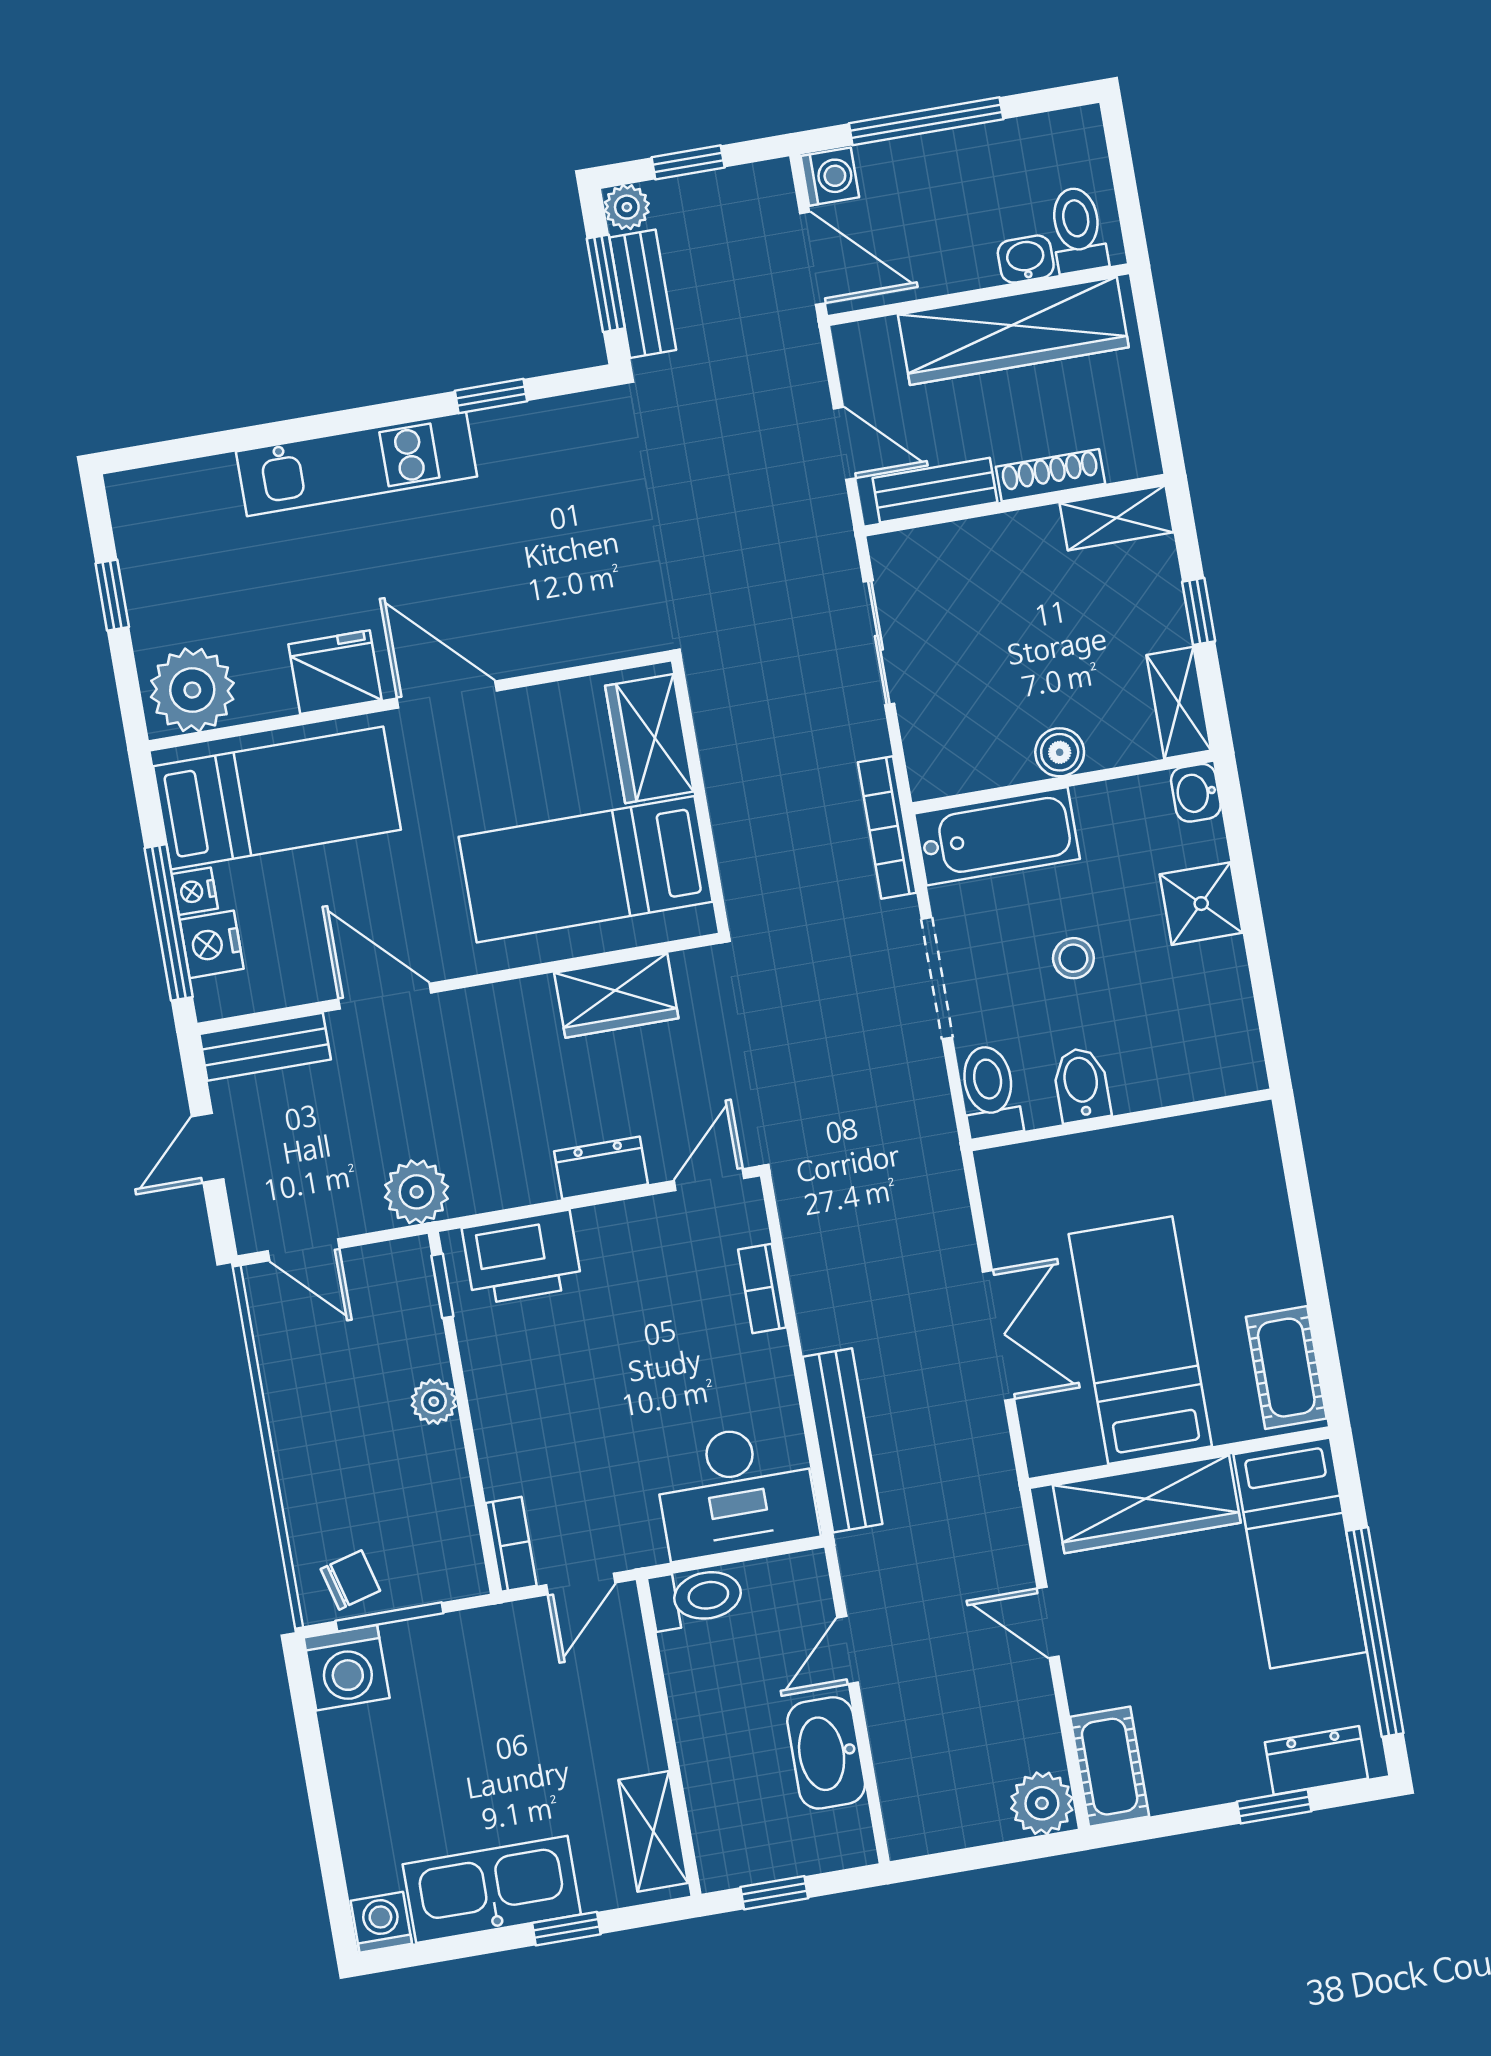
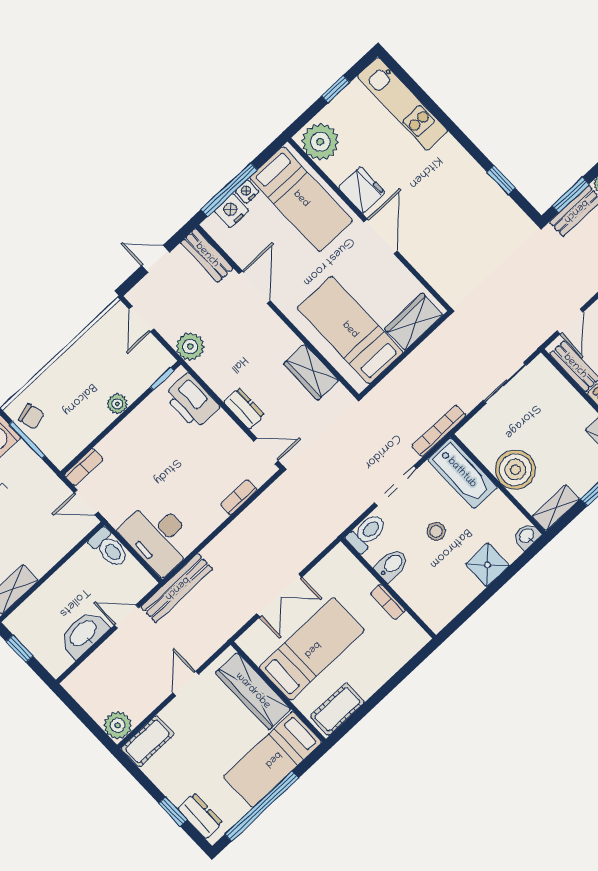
kitchen unit: (356, 464) -> (403, 104), moved
boiler: (1060, 752) -> (515, 470), width x1.86, depth x1.86
bookcase: (1147, 1138) -> (388, 602), added
bench: (842, 1440) -> (177, 588), moved

